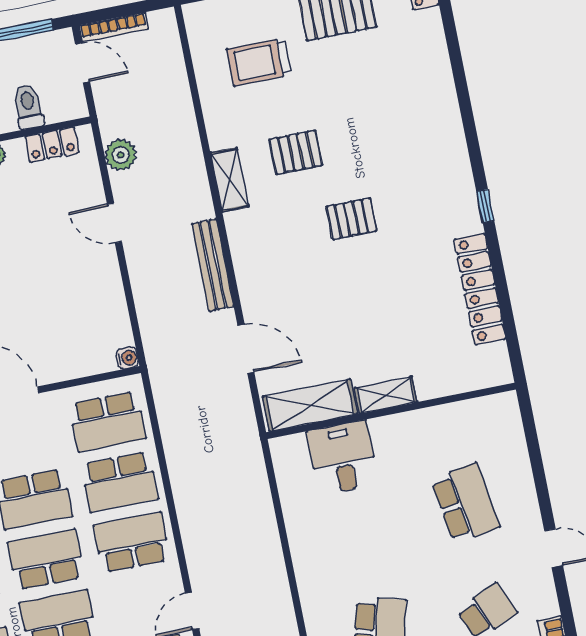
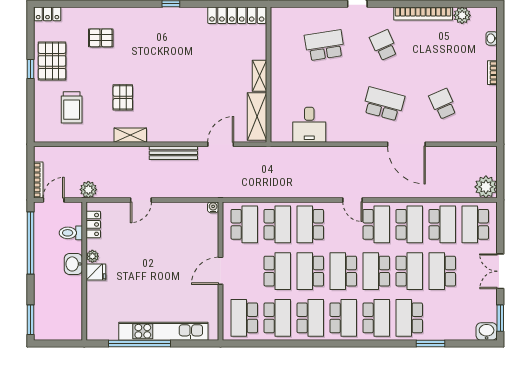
plant: (121, 155) -> (88, 190), moved
pallet: (351, 219) -> (101, 38), moved, turned 90
locker: (480, 289) -> (237, 15), moved
desk: (343, 458) -> (309, 125), moved, turned -90

